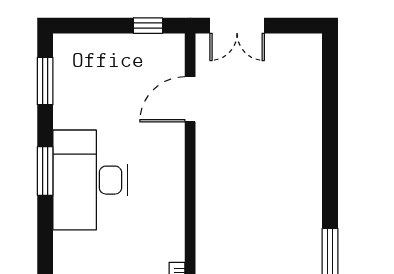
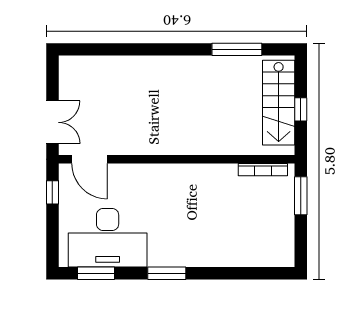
door: (190, 99) -> (89, 159), moved
desk: (90, 180) -> (108, 238), moved

